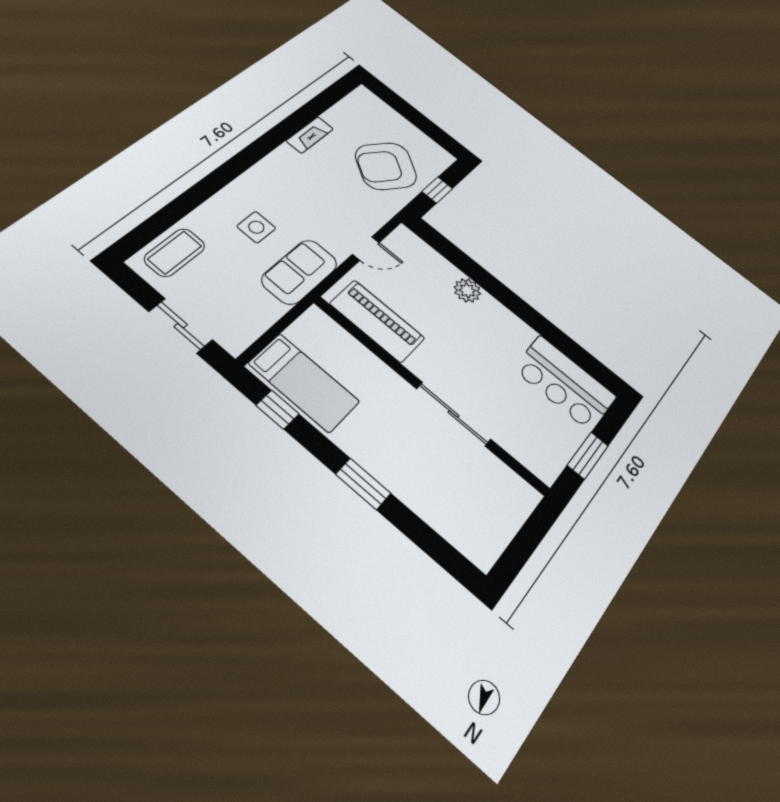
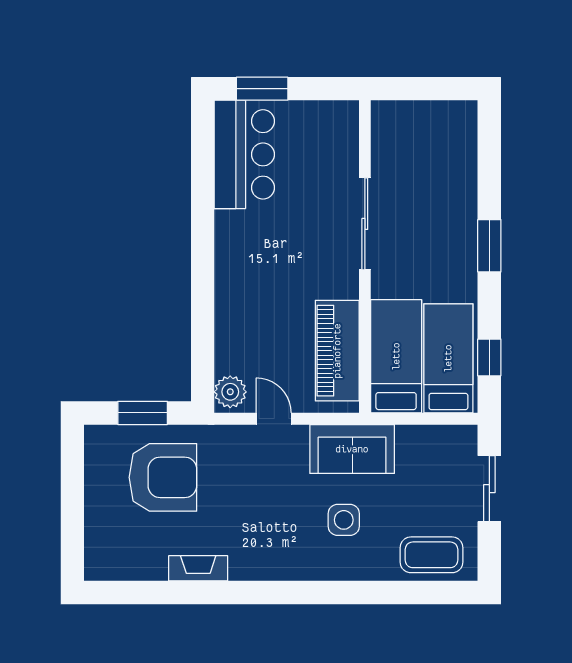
armchair: (386, 166) -> (163, 477), turned -34
window: (437, 190) -> (143, 413), width x1.50
plant: (467, 290) -> (230, 392), moved
bed: (338, 352) -> (396, 356), added
window: (588, 456) -> (262, 89), moved

